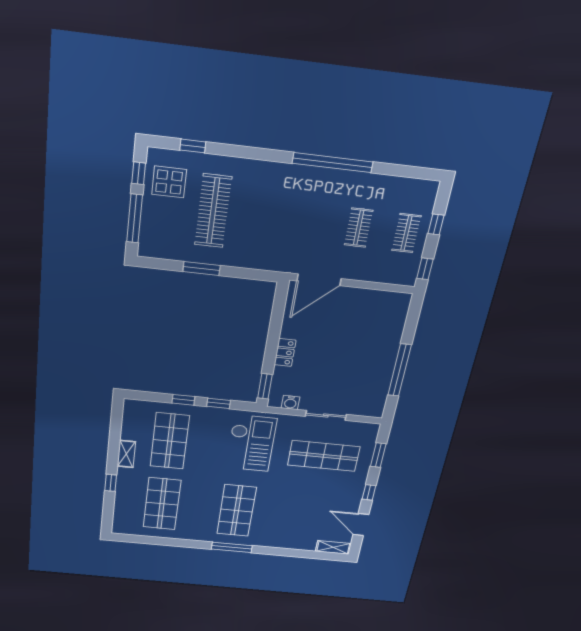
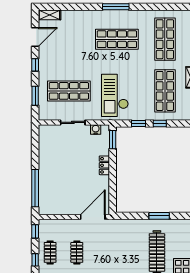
window: (400, 370) -> (35, 188), moved
shop shelf: (237, 511) -> (117, 39), turned 90
door: (361, 525) -> (35, 37), hinge flipped

